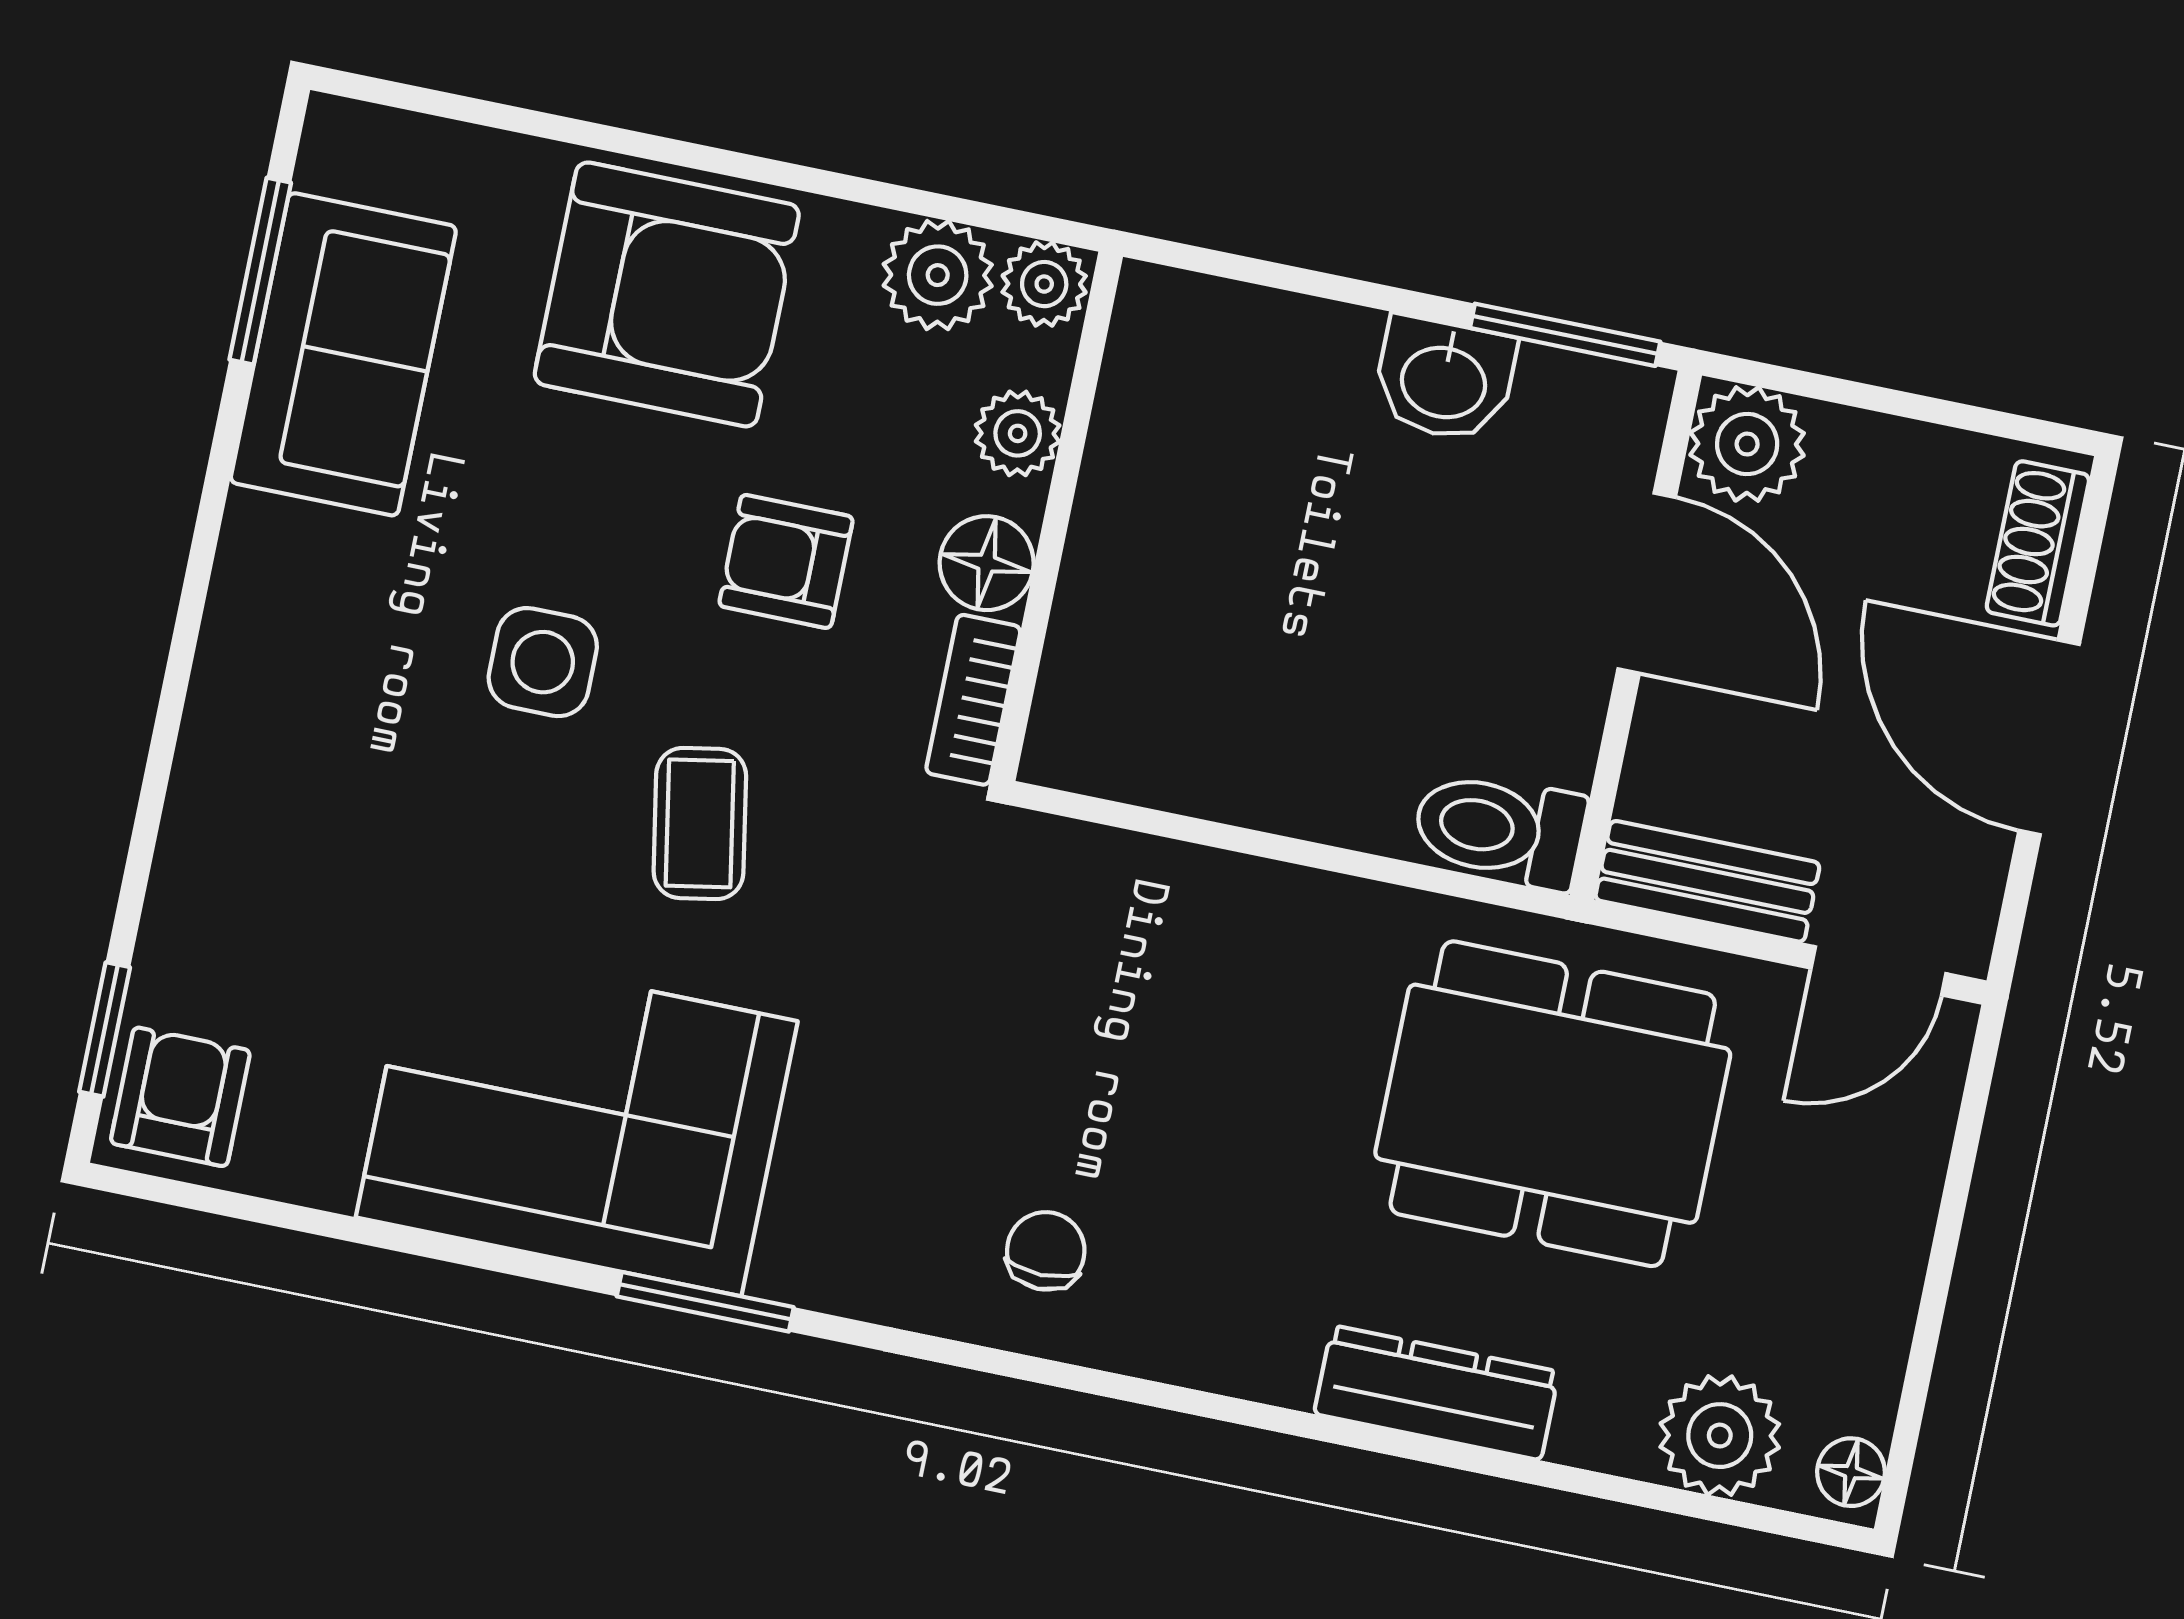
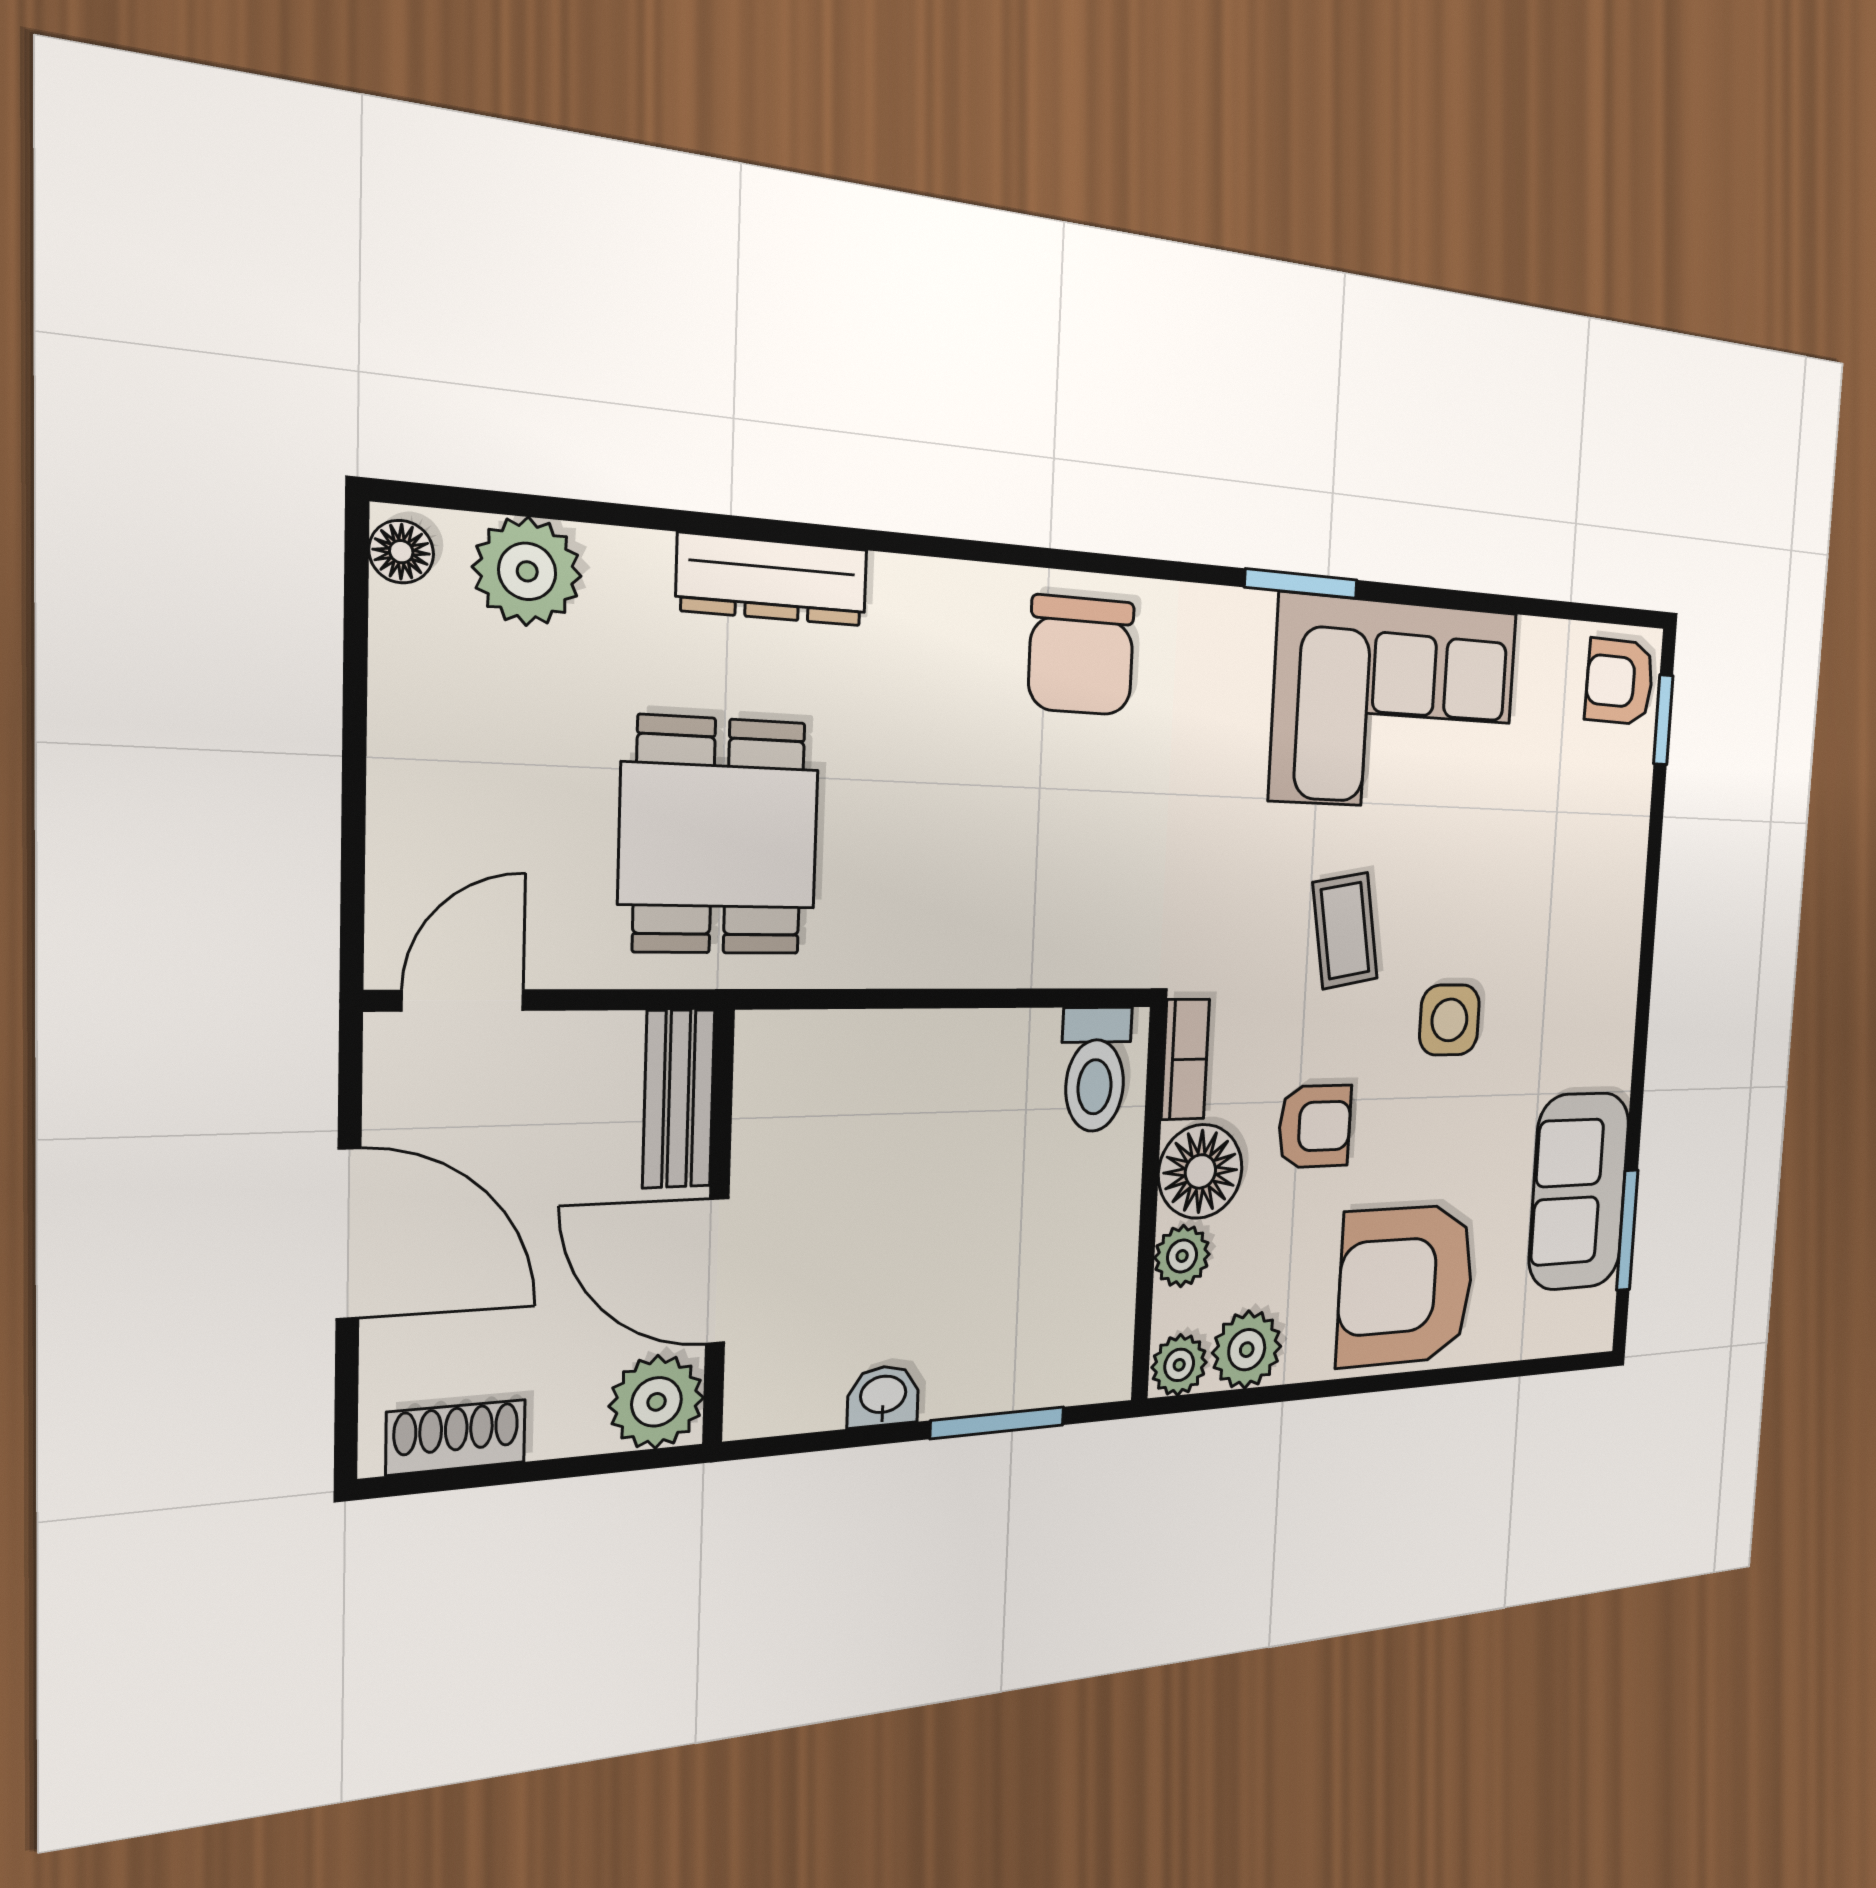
window: (1565, 335) -> (998, 1423), moved
washbasin: (1444, 379) -> (883, 1396), width x0.72, depth x0.69
shoe rack: (2038, 543) -> (456, 1437), moved, turned -90
floor lamp: (987, 563) -> (1200, 1171), width x1.38, depth x1.38
toilet: (1499, 829) -> (1095, 1069), moved, turned 90
bench: (1707, 881) -> (679, 1099), moved, turned 90
armchair: (180, 1097) -> (1620, 682), turned 91
dining table: (1553, 1104) -> (719, 836), width x0.73
chair: (1046, 1251) -> (1081, 655), width x1.87, depth x1.87

